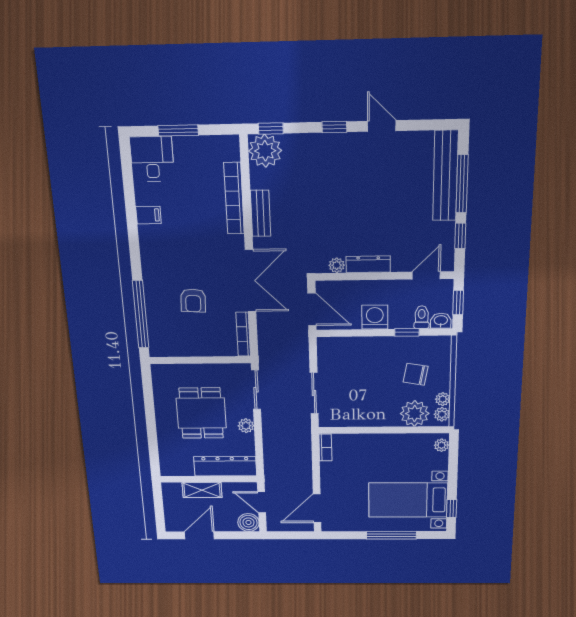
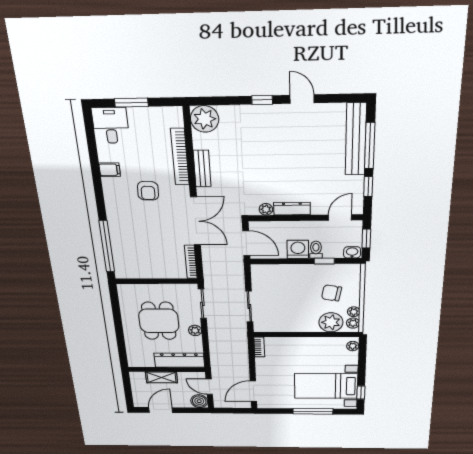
window: (271, 128) -> (209, 101), removed
armchair: (193, 300) -> (148, 191), moved
toilet: (422, 317) -> (316, 250), moved

